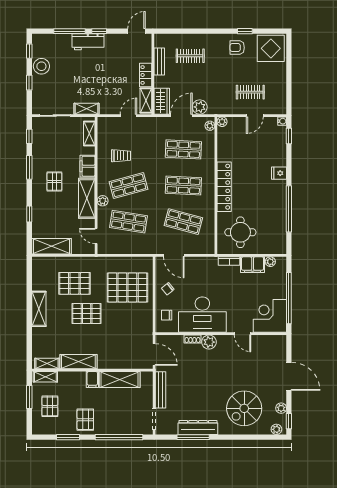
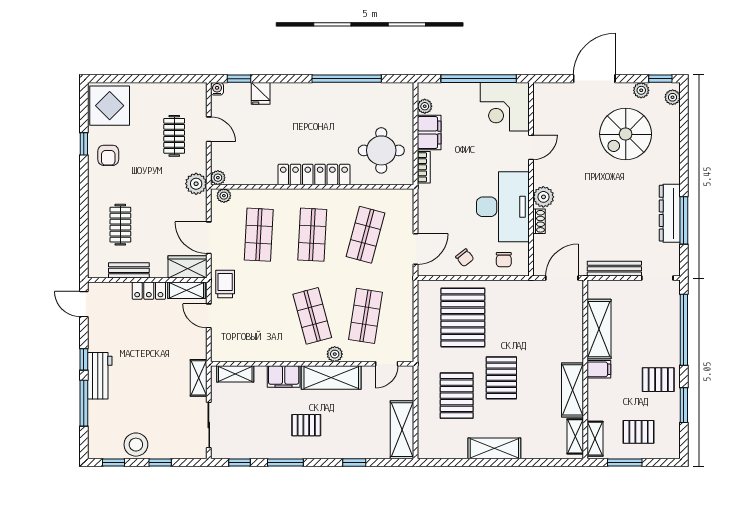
plant: (200, 107) -> (196, 184), moved
trolley: (121, 156) -> (225, 284), moved
fridge: (279, 173) -> (261, 93), moved
spiral stairs: (244, 408) -> (626, 134), moved, turned 90

